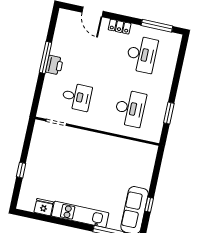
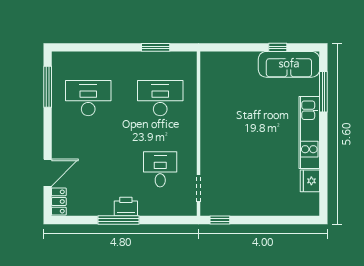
locker: (120, 27) -> (59, 201), moved
window: (21, 170) -> (220, 220), moved

